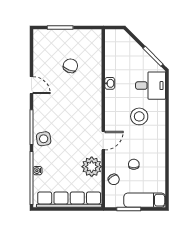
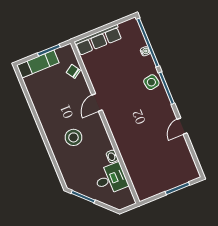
chair: (70, 66) -> (154, 158), removed
door: (32, 85) -> (182, 126), hinge flipped
desk: (151, 86) -> (111, 179), moved, turned 180
chair: (134, 164) -> (61, 92), removed
plant: (92, 167) -> (98, 75), removed
row of seats: (69, 200) -> (98, 40), width x0.73

